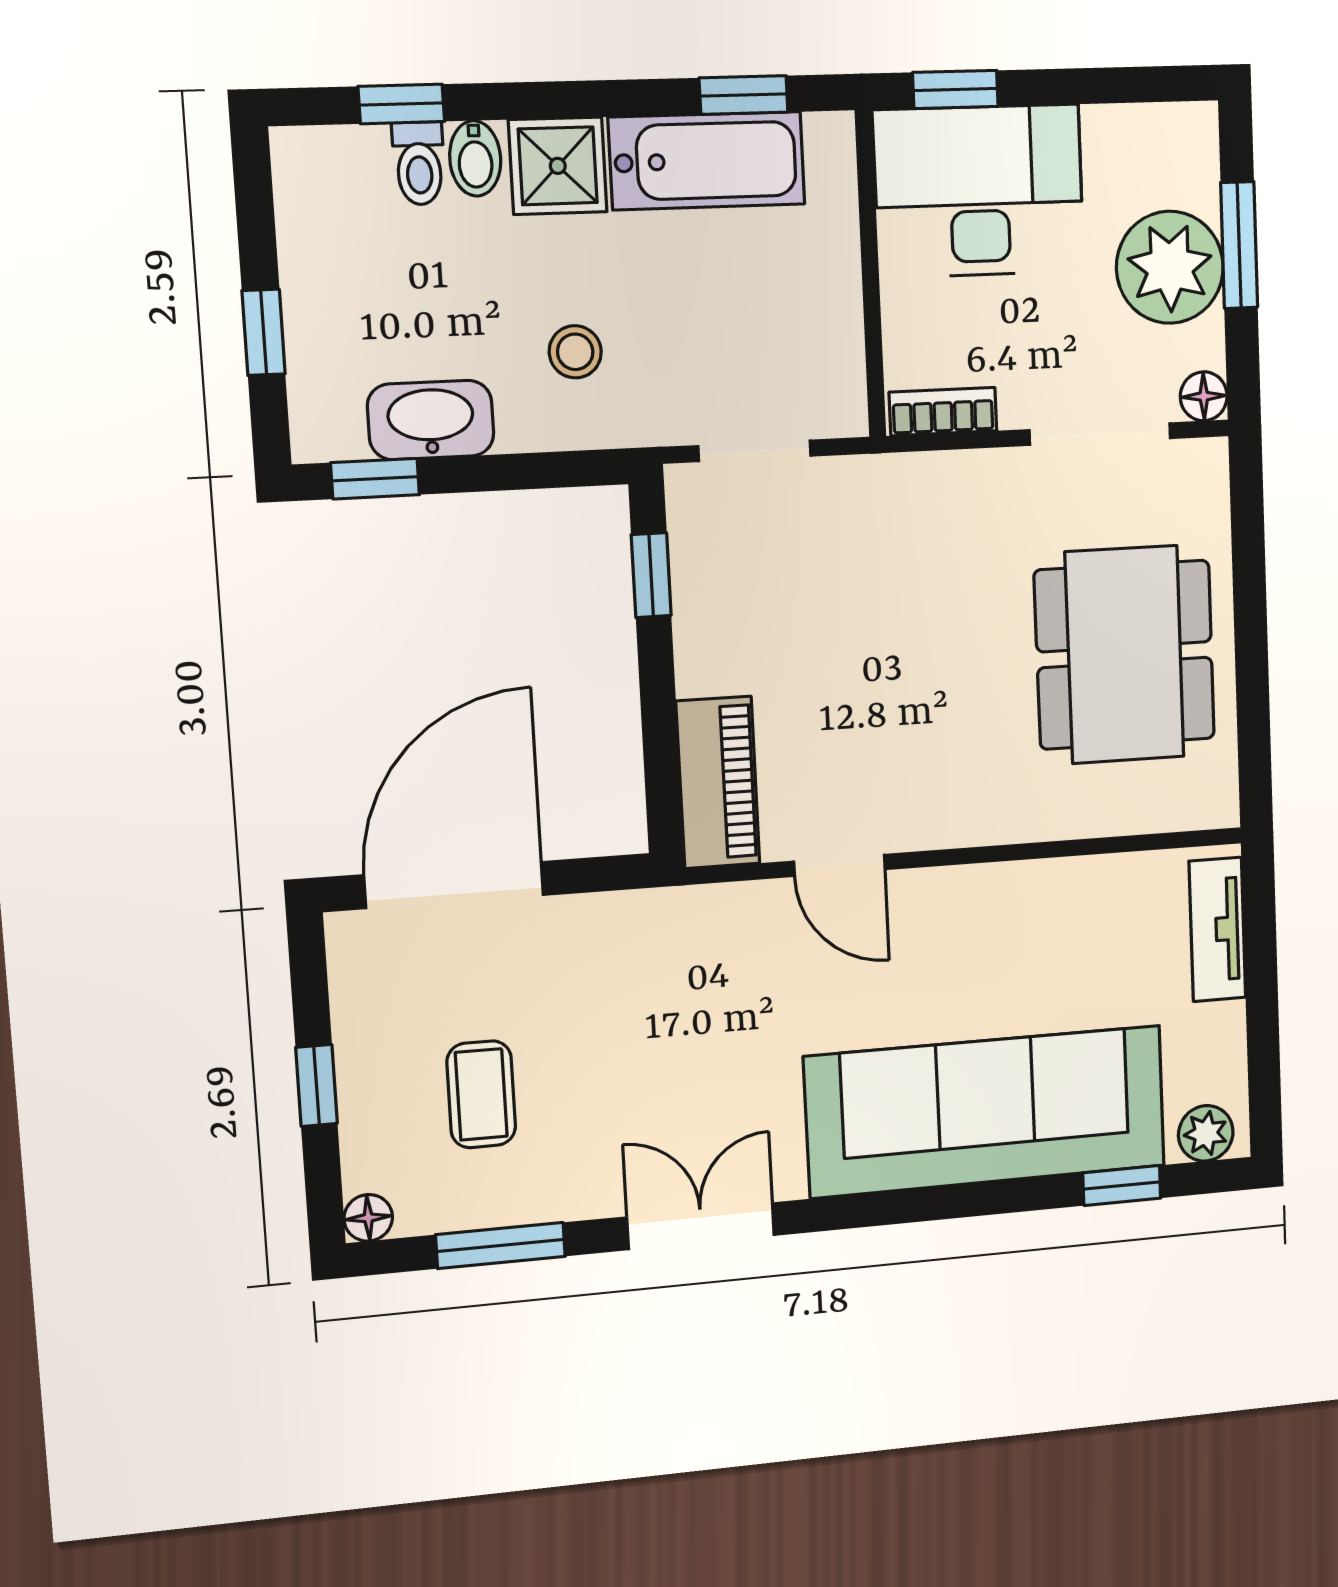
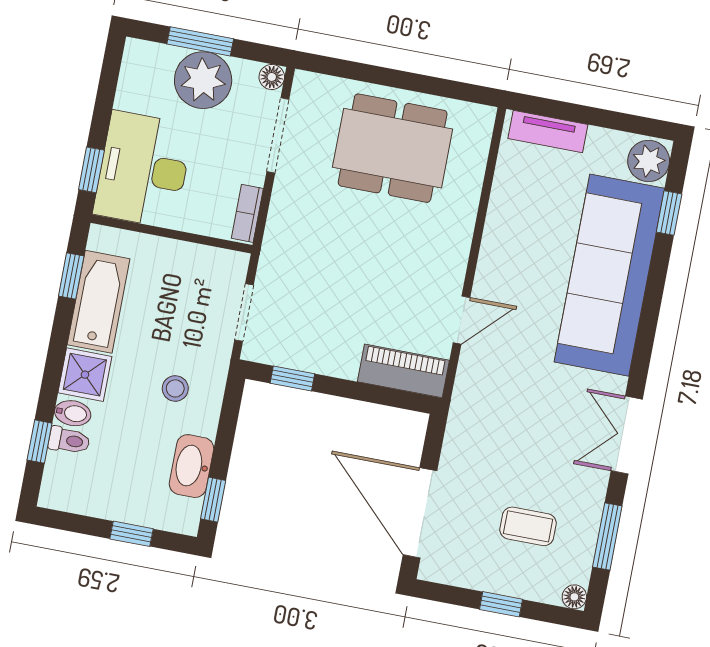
plant: (1206, 1133) -> (649, 161), width x1.38, depth x1.38

